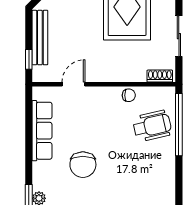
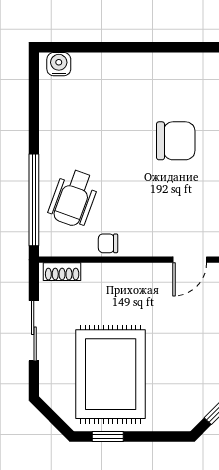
wheelchair: (152, 126) -> (73, 198), turned -57
chair: (83, 165) -> (176, 141), turned 90

